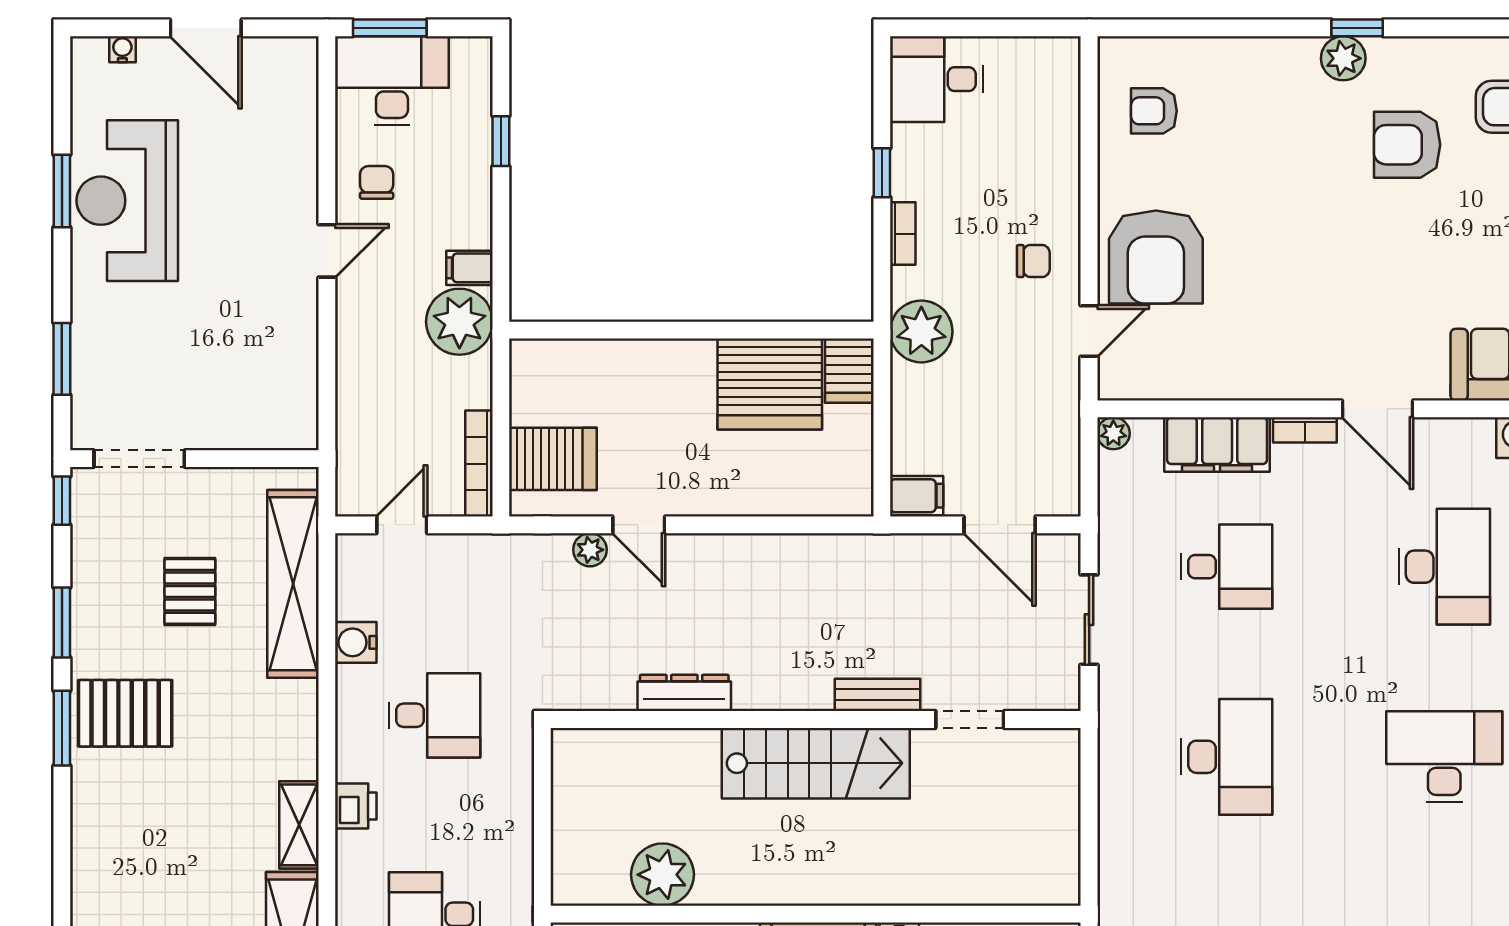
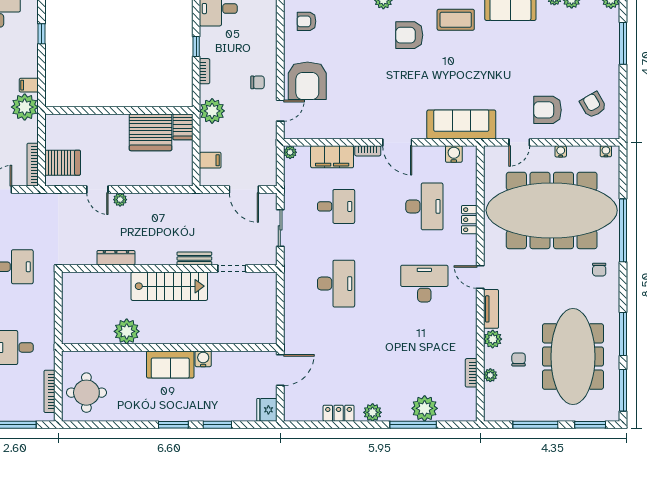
filing cabinet: (917, 496) -> (210, 160), moved
plant: (590, 550) -> (120, 200), moved
plant: (662, 875) -> (127, 331), moved

